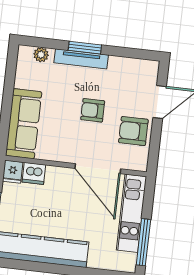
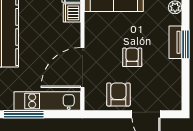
tv unit: (81, 59) -> (175, 42), width x0.71

